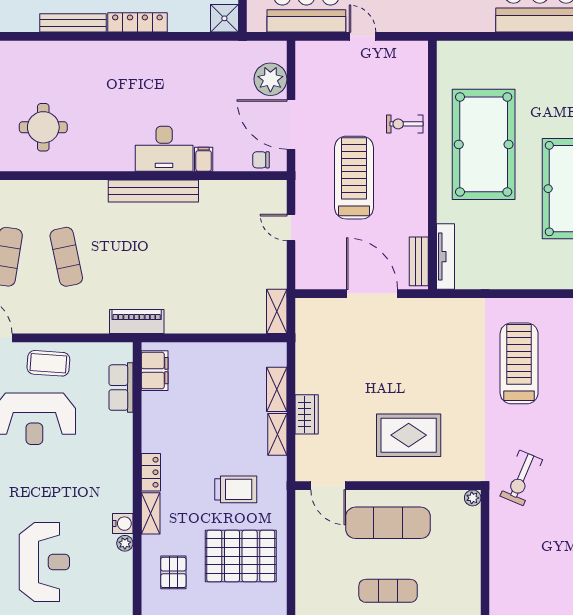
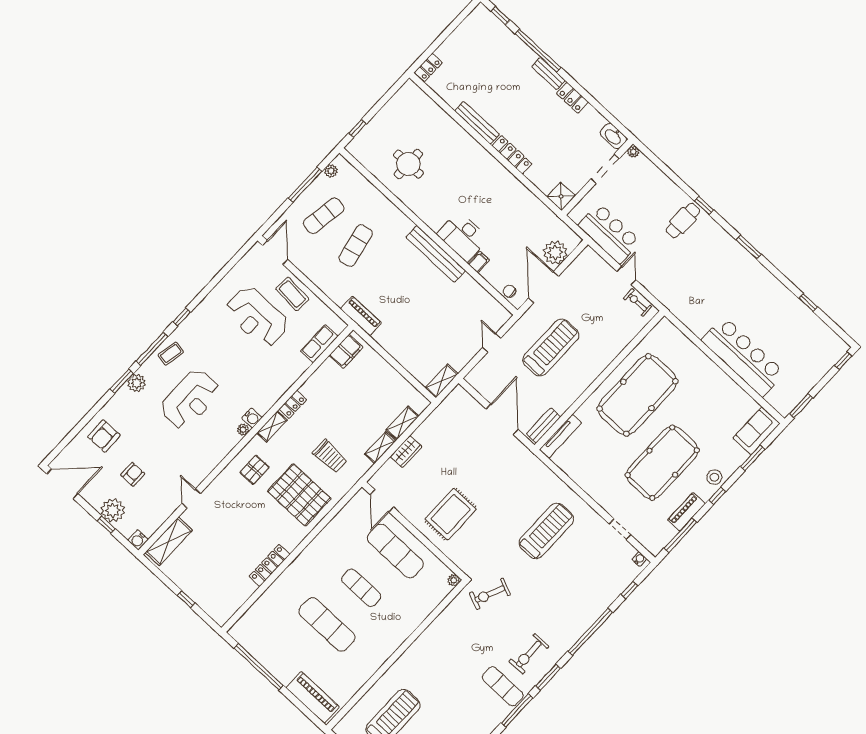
exercise bike: (405, 124) -> (638, 302), moved
rug: (409, 435) -> (451, 514), turned 90

